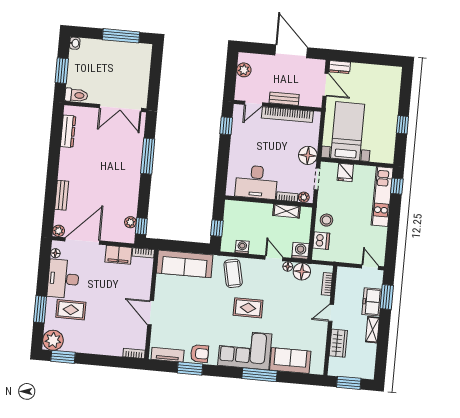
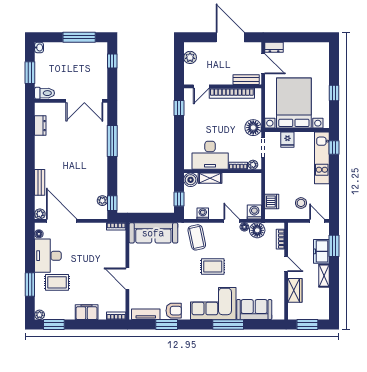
window: (156, 66) -> (112, 61), added
bench: (284, 99) -> (246, 80), moved
dresser: (68, 131) -> (40, 126), width x0.70
bed with nightstands: (348, 131) -> (294, 103), width x1.36
boiler: (232, 208) -> (191, 180), added
shelving: (286, 211) -> (210, 178), moved
stool: (326, 220) -> (301, 203), moved
door: (82, 241) -> (62, 221), hinge flipped
filing cabinet: (118, 255) -> (87, 312), moved, turned 180
door: (331, 313) -> (286, 264), swing flipped
plant: (53, 340) -> (40, 315), width x0.53, depth x0.53

